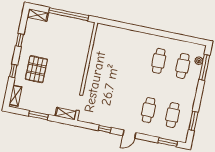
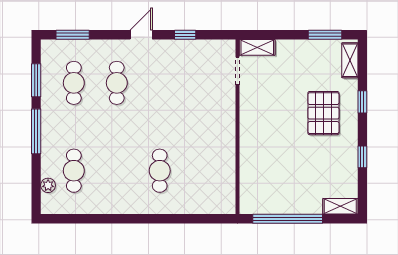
cafe table: (159, 61) -> (160, 171), moved
window: (204, 67) -> (36, 131), moved
window: (38, 115) -> (325, 35), moved

